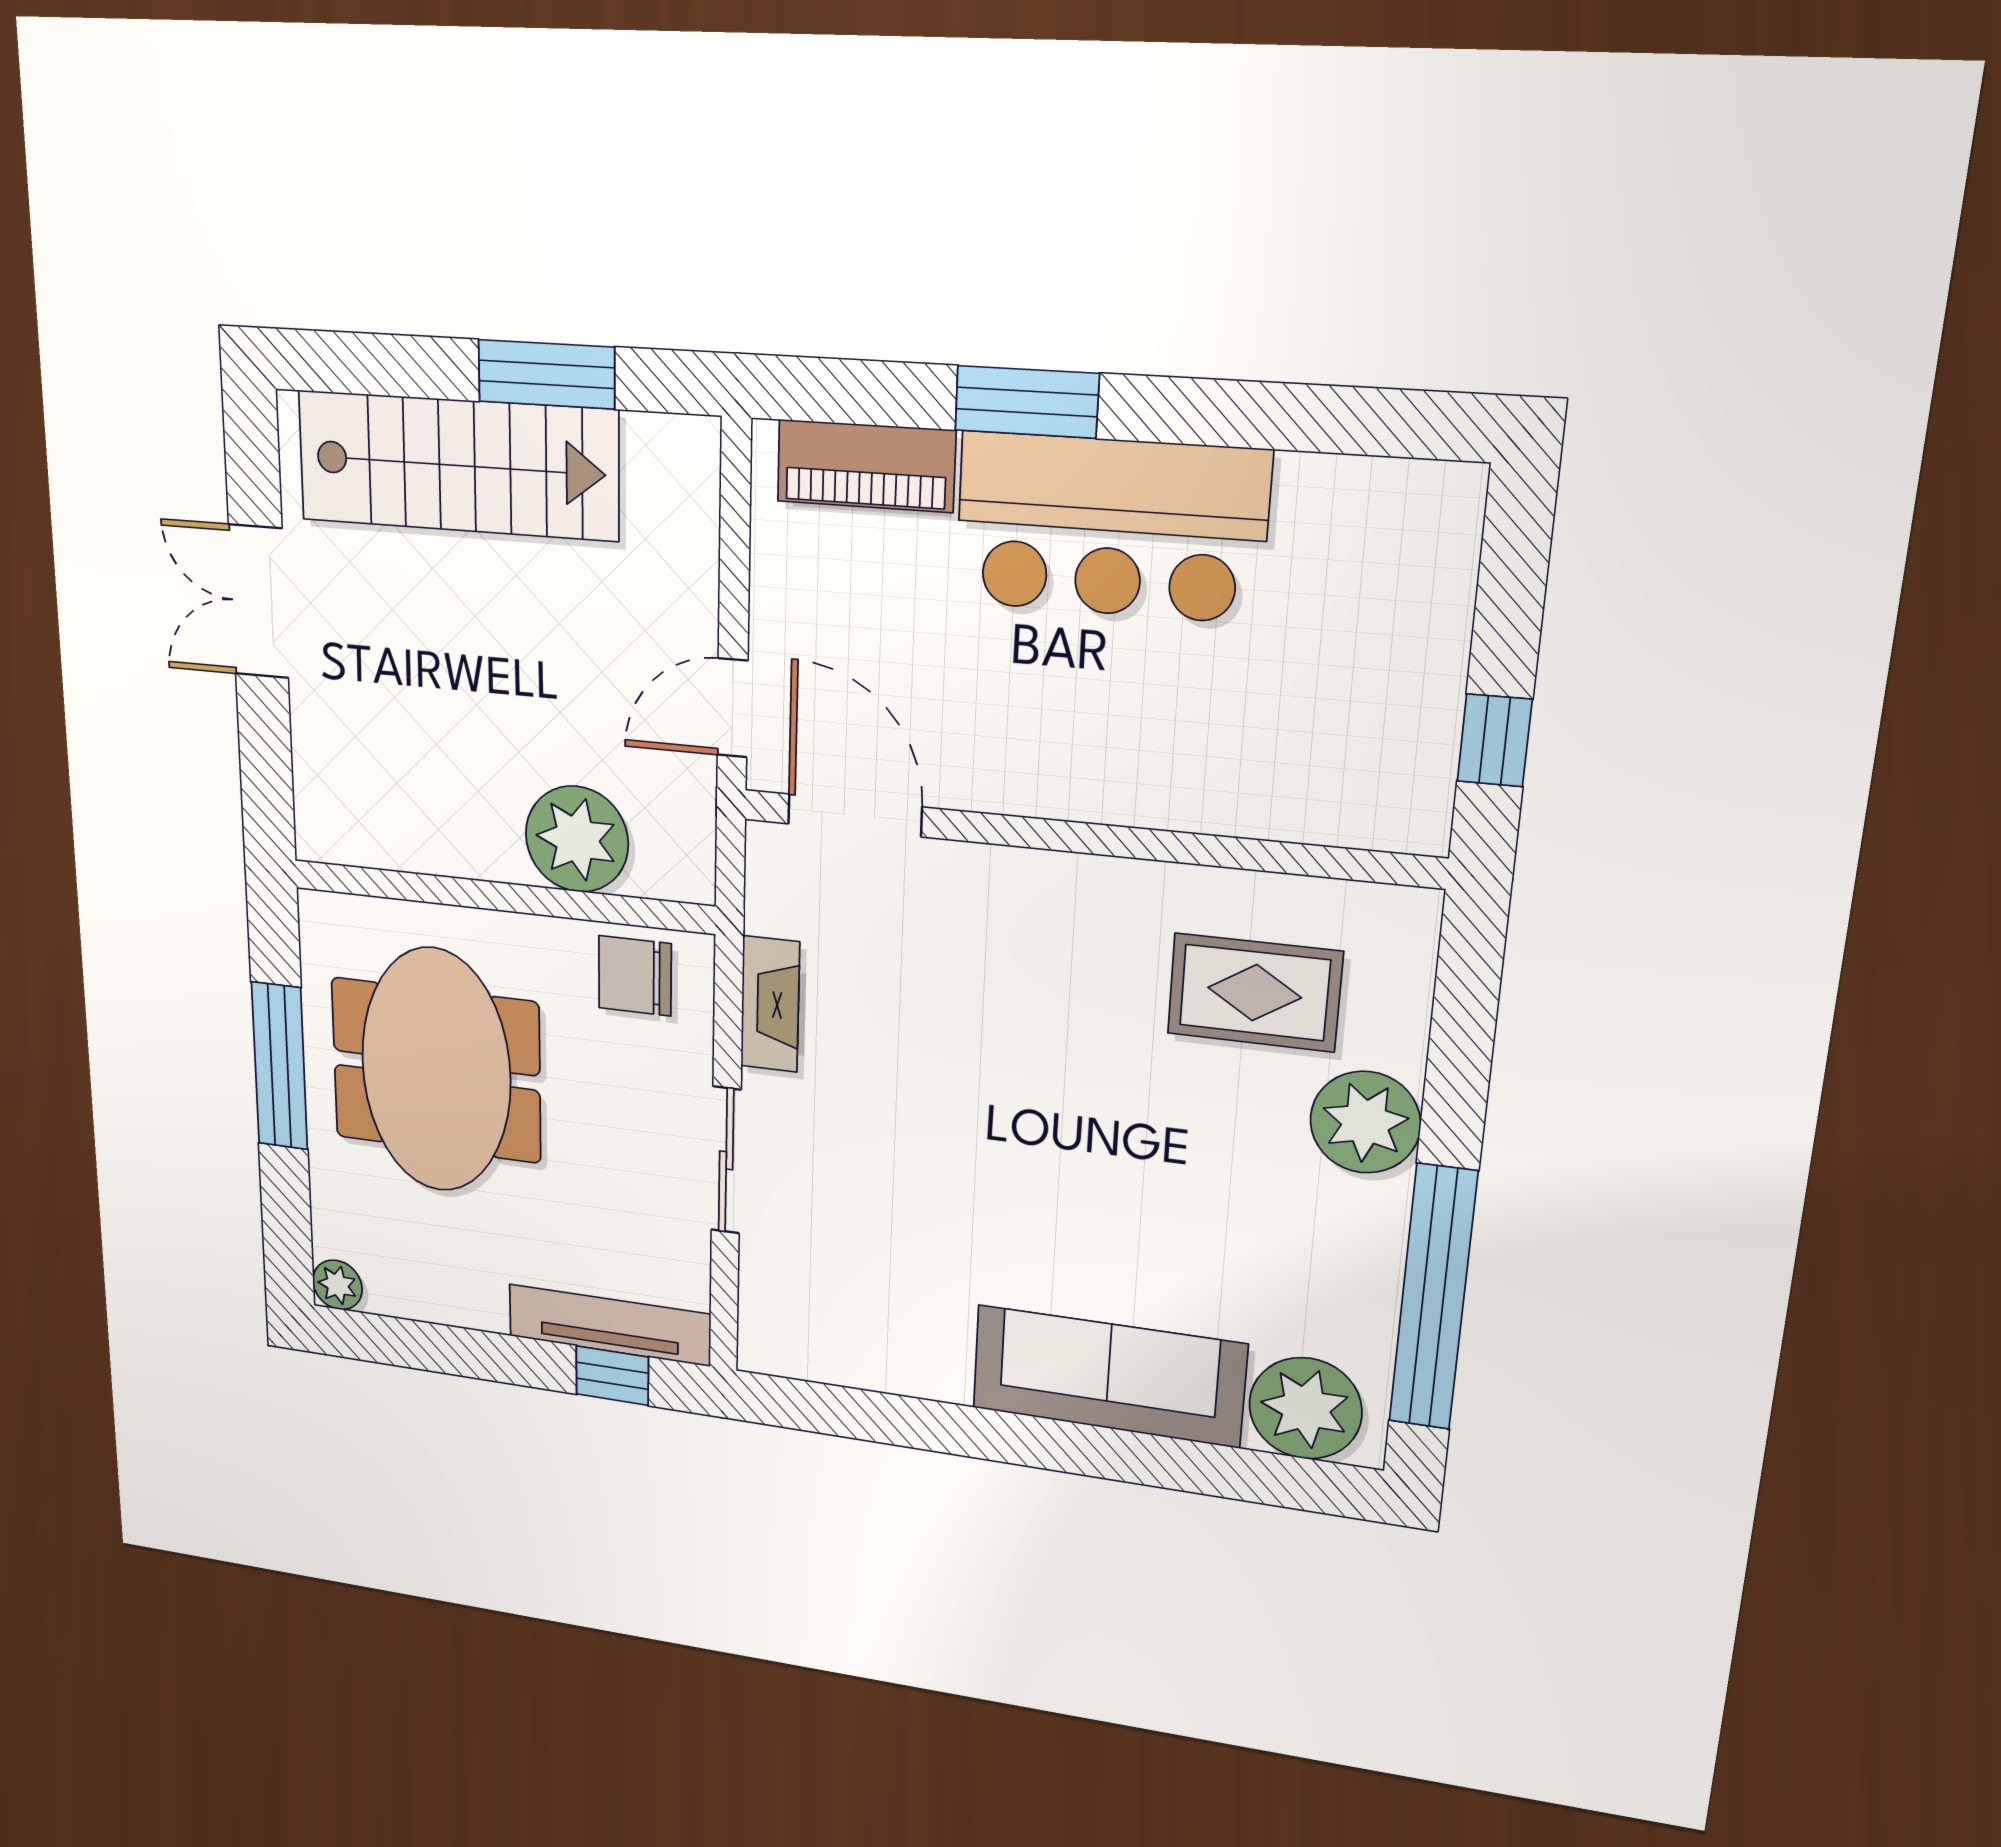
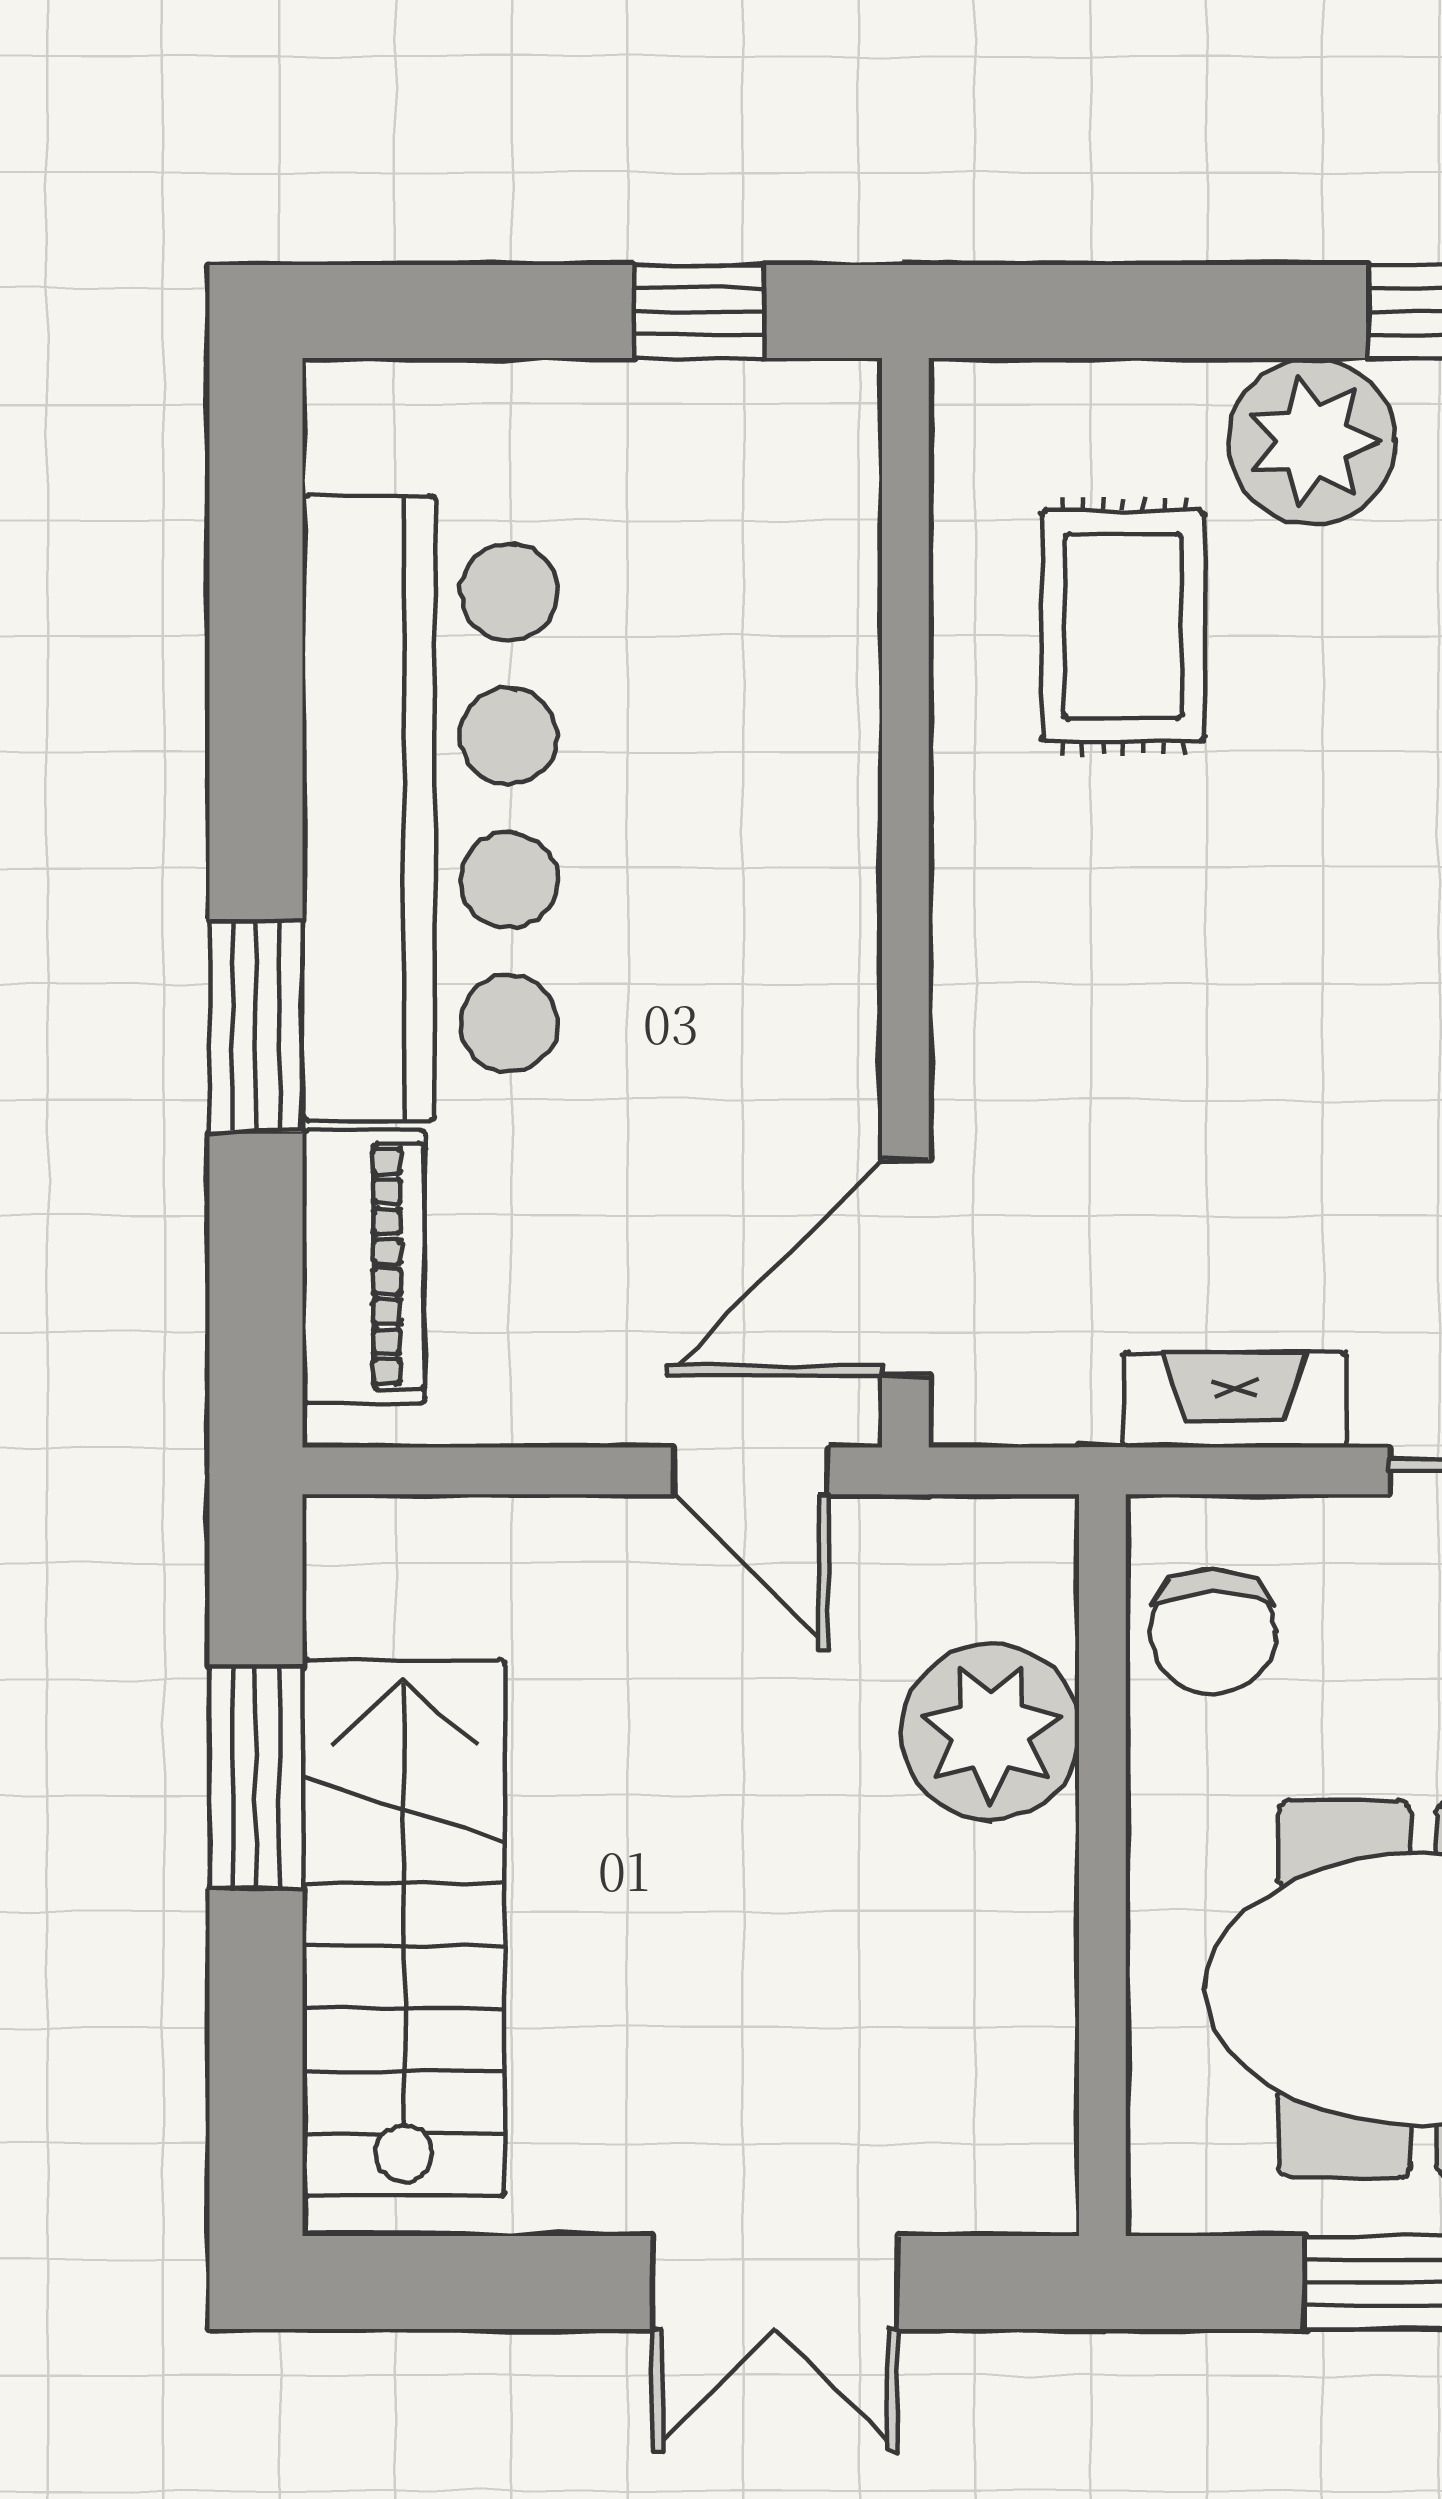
bar counter: (1111, 527) -> (430, 808), width x1.36
double door: (259, 602) -> (775, 2282), moved

